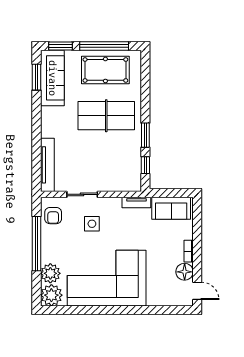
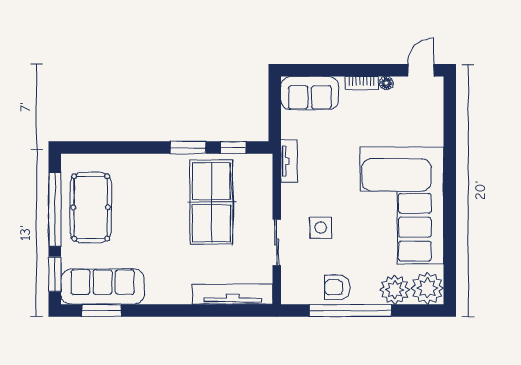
table tennis table: (106, 116) -> (211, 202), moved
sofa: (171, 208) -> (310, 93), moved, turned 90
armchair: (53, 216) -> (337, 287), moved, turned 180
floor lamp: (185, 272) -> (386, 83), width x0.53, depth x0.53

